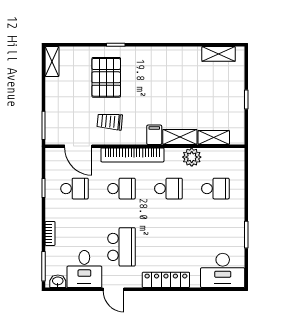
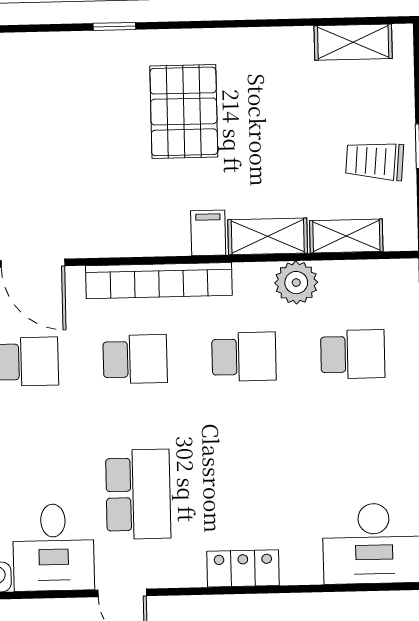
pallet: (106, 77) -> (184, 111), moved
trolley: (110, 122) -> (375, 161), moved
locker: (166, 280) -> (243, 568), width x0.66

